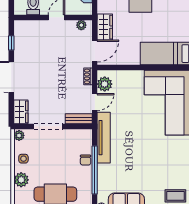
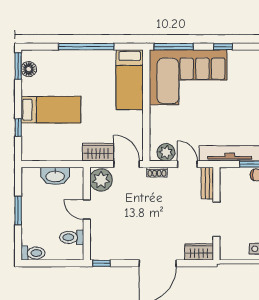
plant: (81, 25) -> (101, 180), width x1.88, depth x1.88
window: (11, 43) -> (101, 263), moved
plant: (19, 135) -> (227, 254), removed

